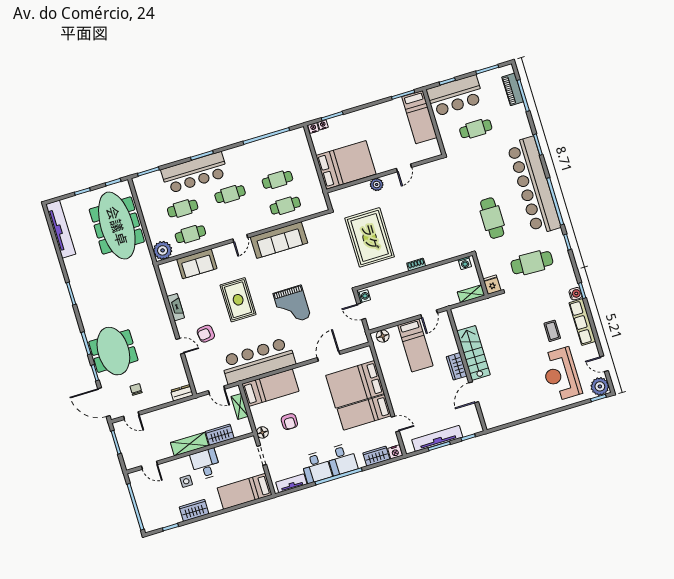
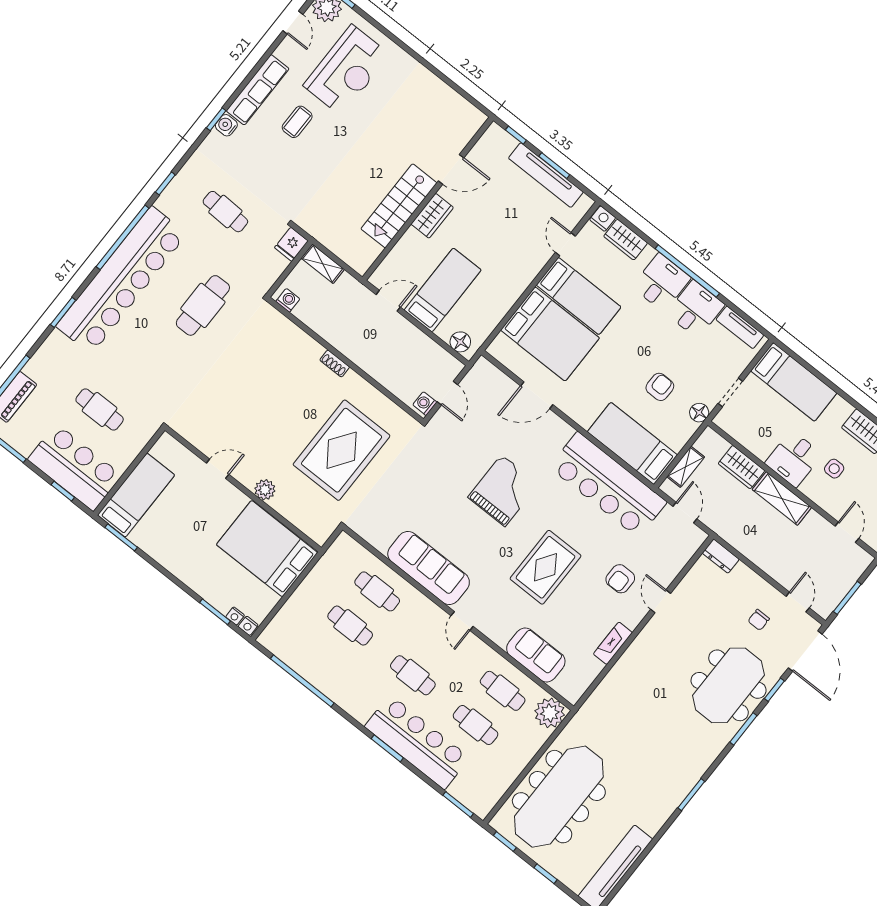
door: (240, 238) -> (462, 621), swing flipped
cafe table: (532, 263) -> (225, 212), width x0.73, depth x0.74
armchair: (206, 334) -> (620, 579), turned 97

